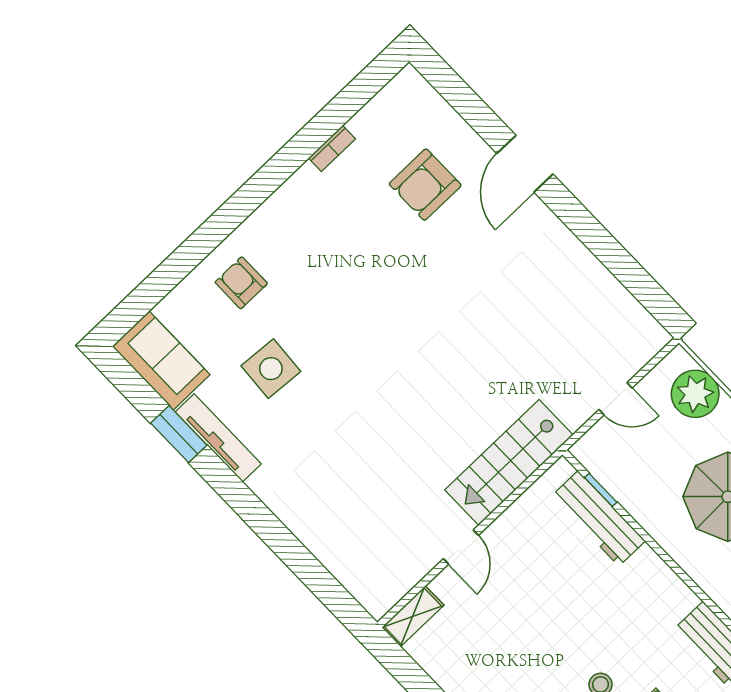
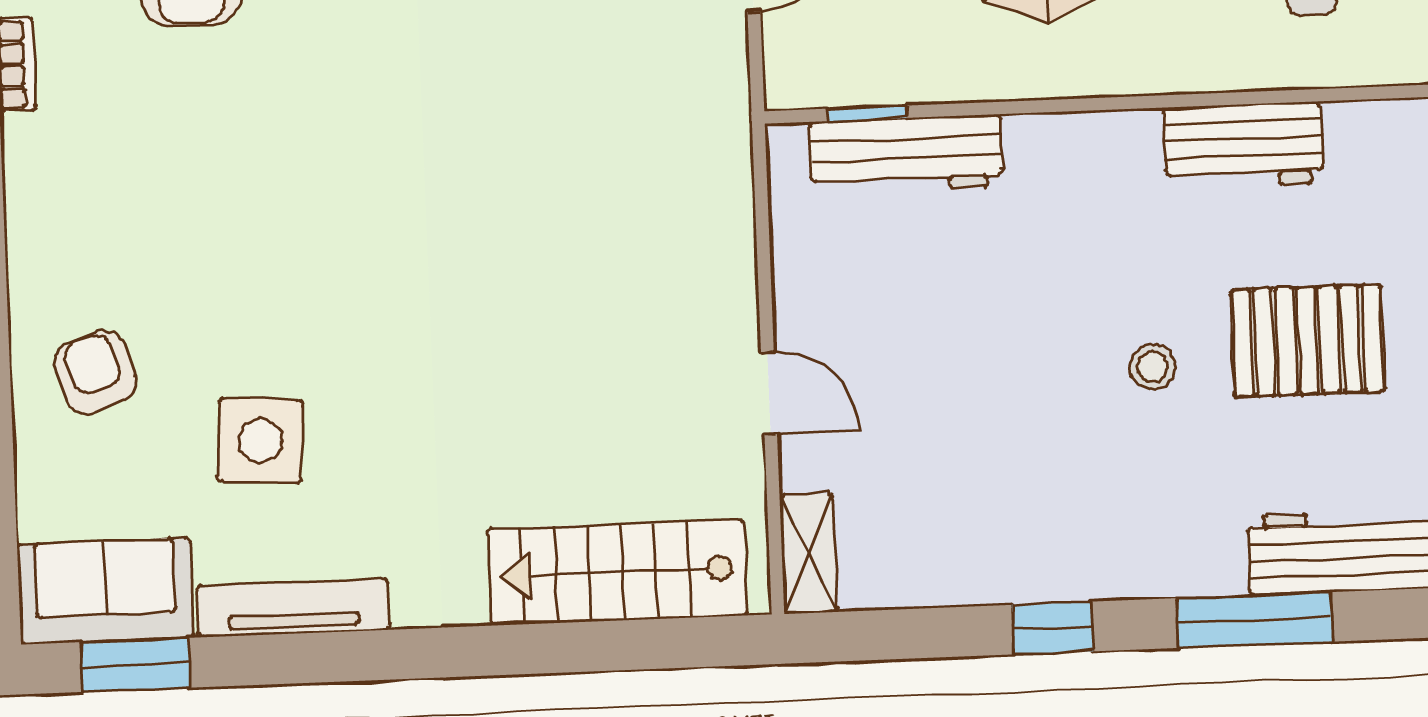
armchair: (241, 283) -> (95, 372), turned 71
window: (179, 434) -> (136, 665), moved
stairs: (509, 462) -> (617, 572), moved, turned 90

